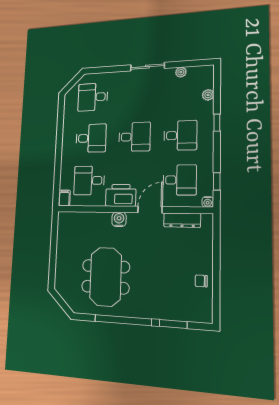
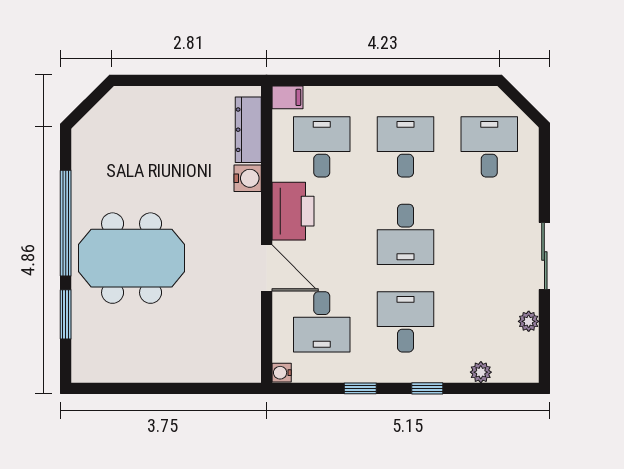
desk: (180, 135) -> (406, 322), turned 180
desk: (91, 138) -> (406, 147), turned 180
window: (217, 181) -> (360, 388), moved
water cooler: (119, 219) -> (248, 178), moved
dresser: (182, 220) -> (248, 130), moved
meeting table: (106, 277) -> (132, 258), moved
chair: (201, 281) -> (142, 362), removed

